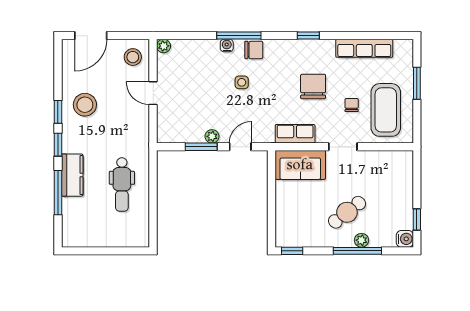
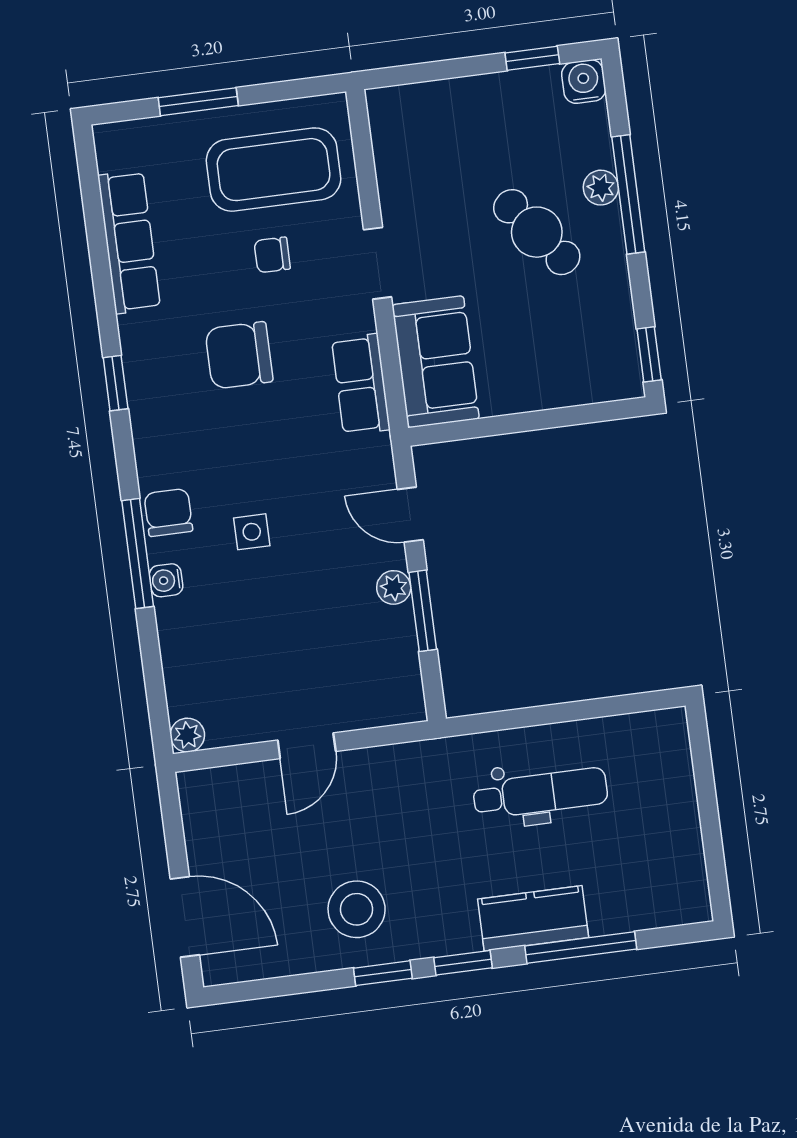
stool: (133, 57) -> (224, 807), removed

